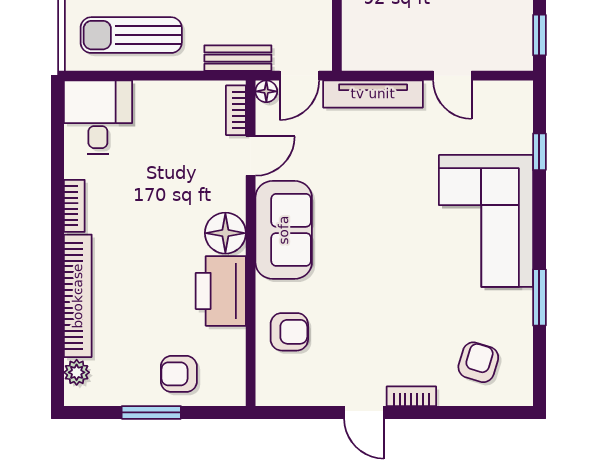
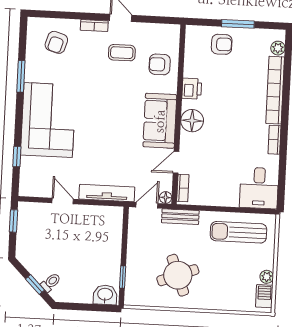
sun lounger: (131, 35) -> (238, 232), turned 180
printer: (221, 291) -> (192, 89), width x0.53, depth x0.68
coffee table: (359, 350) -> (122, 53), added

